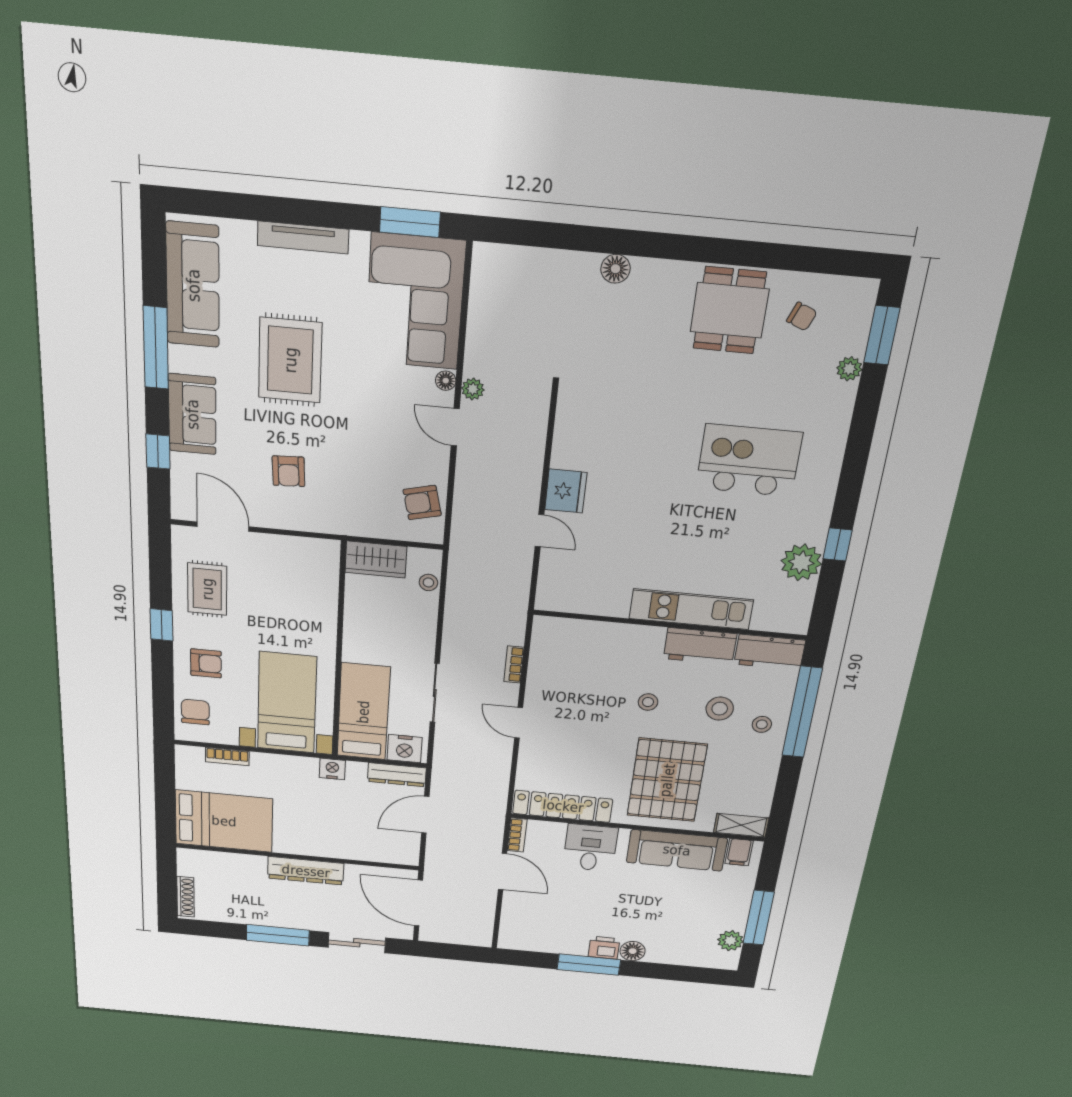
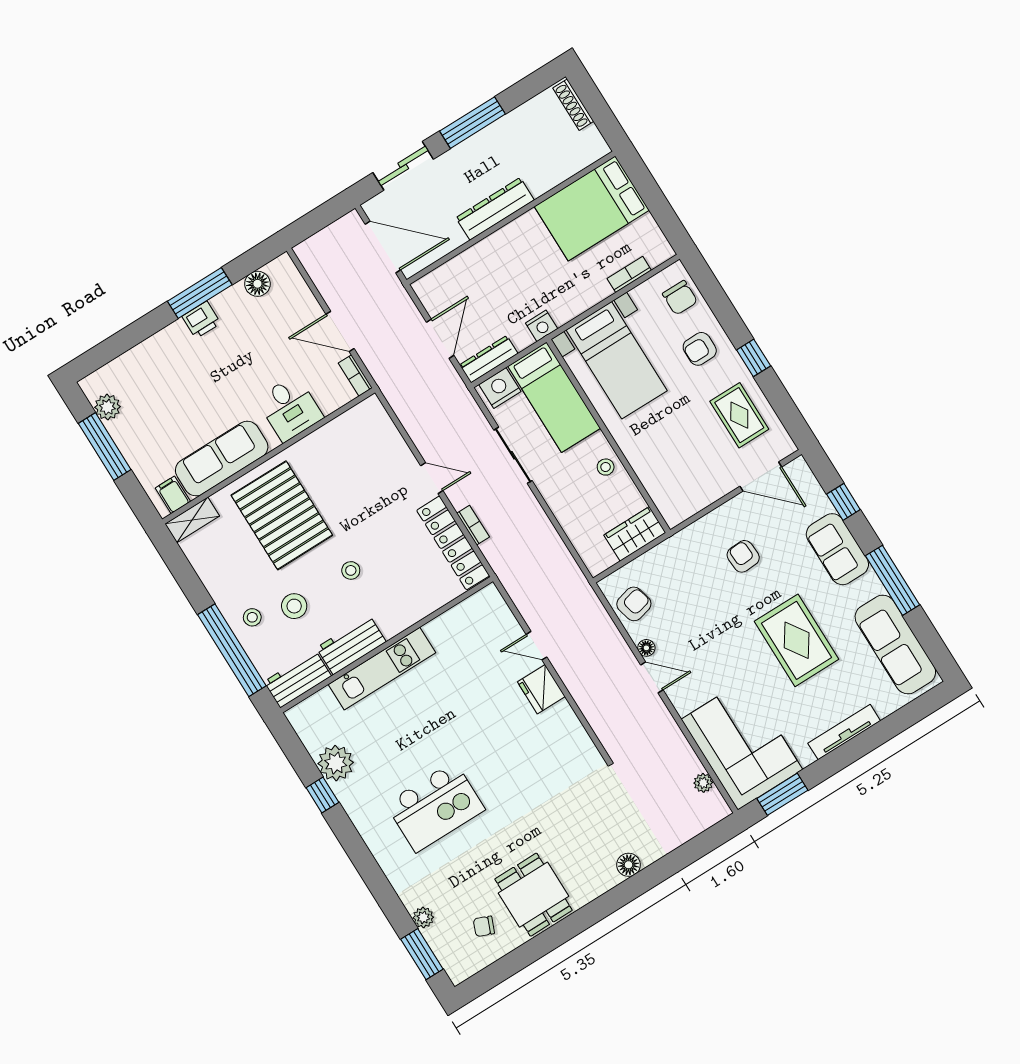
floor lamp: (446, 381) -> (646, 648), moved
plant: (473, 389) -> (703, 783), moved
stool: (428, 583) -> (606, 467), moved
locker: (563, 806) -> (453, 543), moved, turned 90
floor lamp: (633, 951) -> (257, 284), moved

